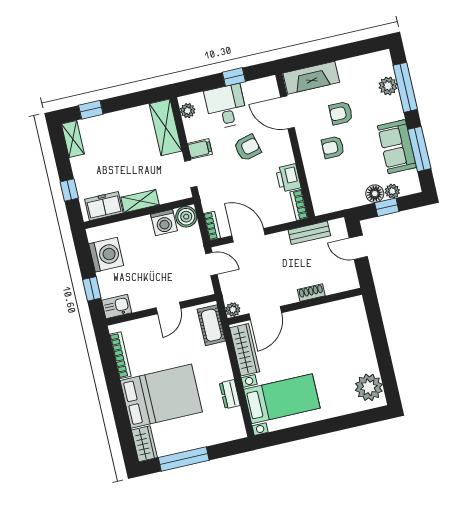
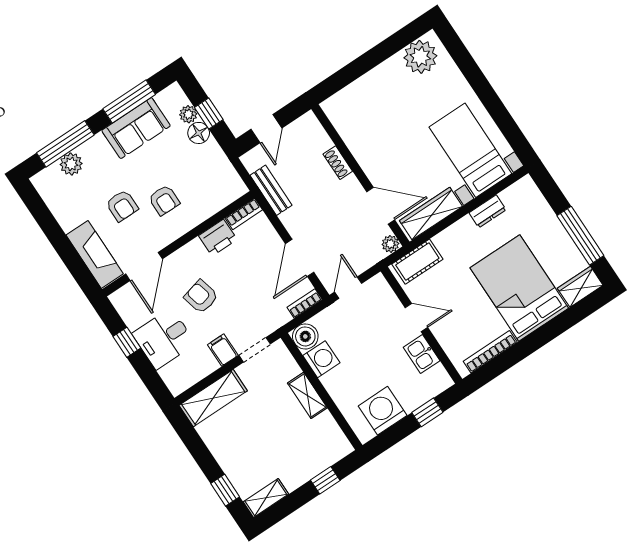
plant: (188, 111) -> (185, 380), removed
freezer: (104, 206) -> (329, 434), removed
kitchen sink: (117, 306) -> (422, 354), moved

